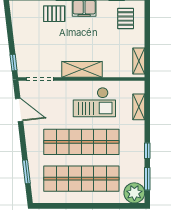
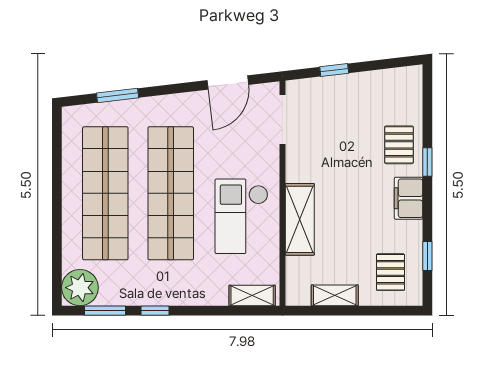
pallet: (126, 19) -> (390, 272), turned 90
shelving: (139, 61) -> (335, 295), moved
window: (14, 63) -> (334, 70), moved
shelving: (82, 69) -> (300, 219), moved
shelving: (139, 107) -> (252, 295), moved

